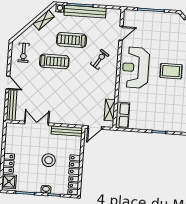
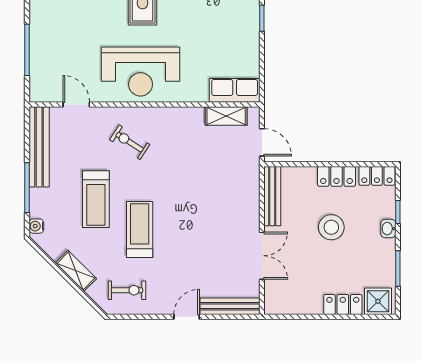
bench: (85, 12) -> (39, 147), moved
shelving: (44, 20) -> (76, 271), moved
double door: (36, 123) -> (262, 256), swing flipped

